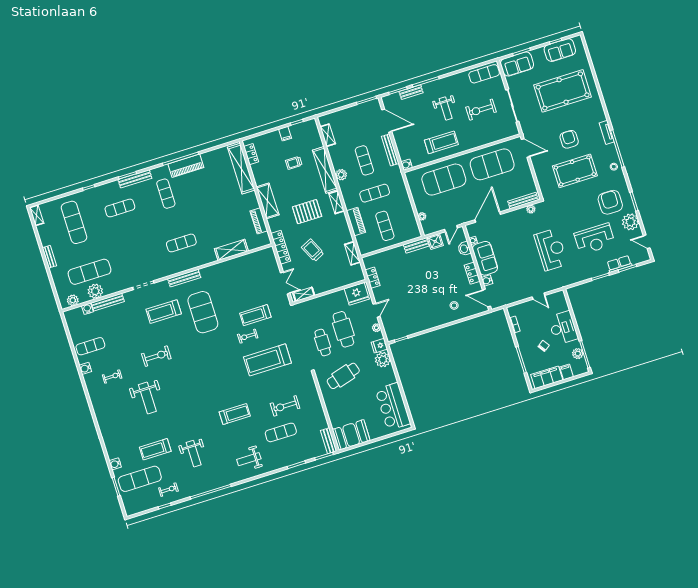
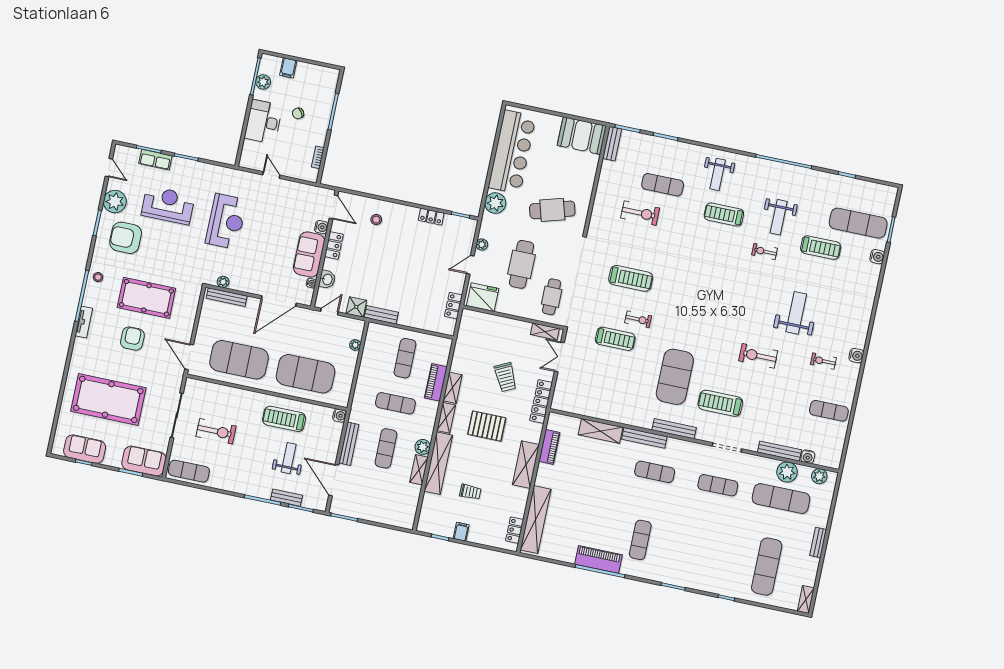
weight bench: (446, 108) -> (289, 458), moved
shelving: (328, 135) -> (419, 470), moved
armchair: (569, 139) -> (132, 339), turned 180
bench: (135, 179) -> (644, 438), moved
armchair: (610, 202) -> (126, 238), turned 90
exercise mat: (120, 208) -> (718, 485), moved
reception desk: (551, 250) -> (226, 221), turned 180
shelving: (352, 253) -> (453, 388), moved
treadmill: (164, 312) -> (720, 403), turned 180
locker: (419, 327) -> (431, 217), added
cafe table: (323, 343) -> (552, 297), moved
fridge: (379, 346) -> (490, 222), removed
treadmill: (267, 360) -> (631, 278), width x0.73, depth x0.73
water cooler: (85, 368) -> (856, 356), moved
filing cabinet: (547, 377) -> (315, 75), removed
bar counter: (393, 406) -> (512, 152), width x1.36
treadmill: (235, 414) -> (724, 214), moved
weight bench: (194, 454) -> (779, 217), turned 180
weight bench: (249, 459) -> (718, 174), turned 90
exercise bike: (168, 490) -> (765, 251), moved

